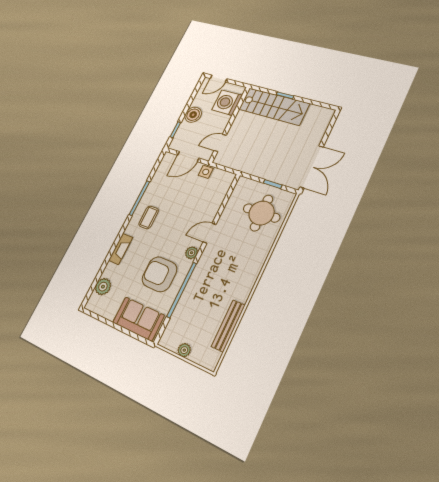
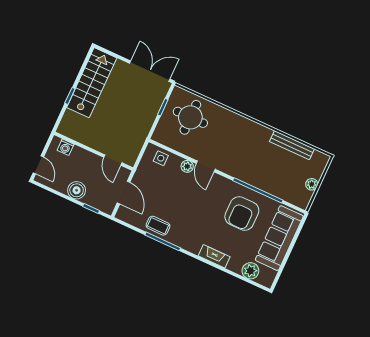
washing machine: (227, 103) -> (66, 147), width x0.53, depth x0.53
stairs: (274, 106) -> (92, 83), moved
side table: (206, 172) -> (161, 158), moved
coffee table: (149, 217) -> (158, 226), moved
plant: (192, 253) -> (187, 166), moved
sofa: (138, 319) -> (279, 238), width x1.36

